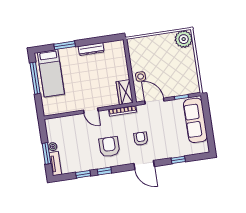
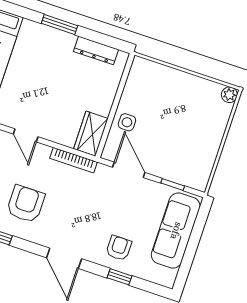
plant: (184, 39) -> (229, 95), width x0.53, depth x0.53
window: (65, 45) -> (60, 25), moved
dresser: (91, 49) -> (96, 50), moved
armchair: (141, 139) -> (119, 248), moved

